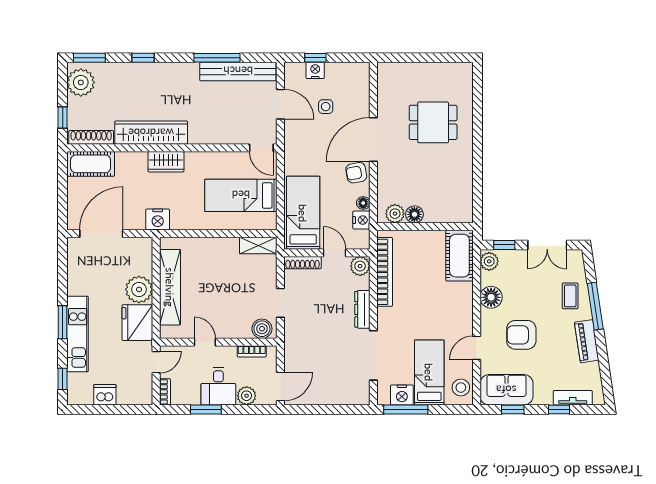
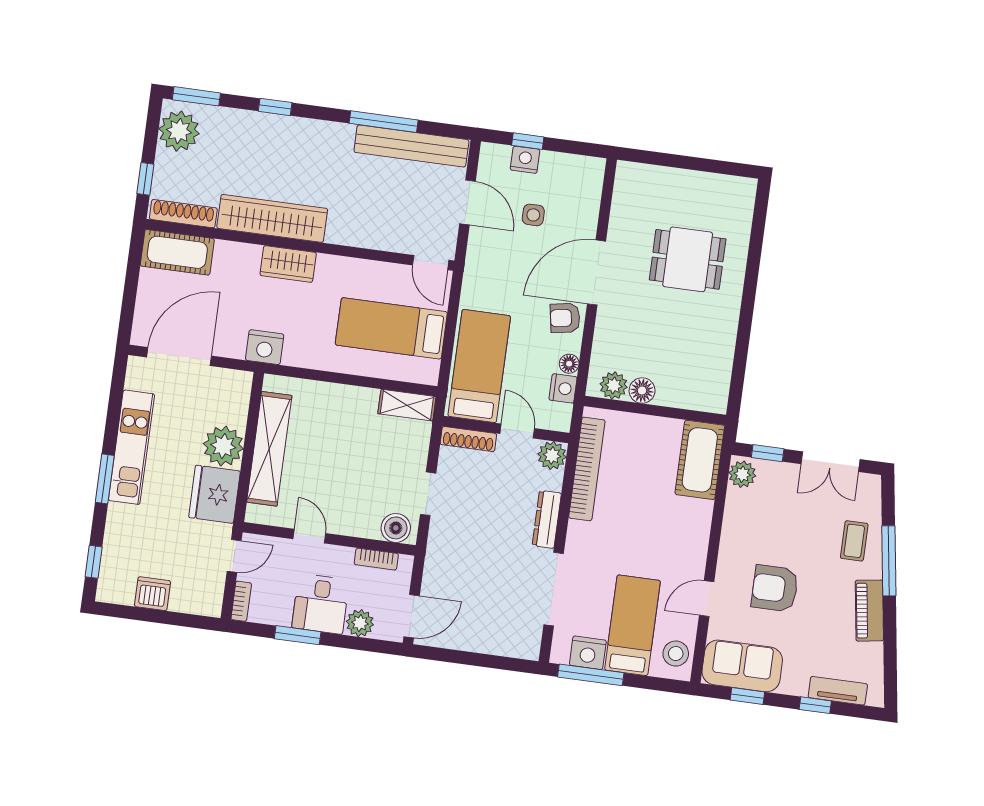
floor lamp: (491, 297) -> (738, 527), removed
kitchen unit: (78, 334) -> (132, 447), moved

